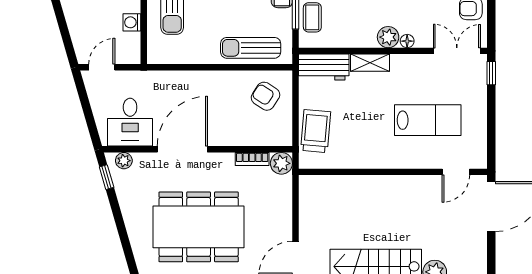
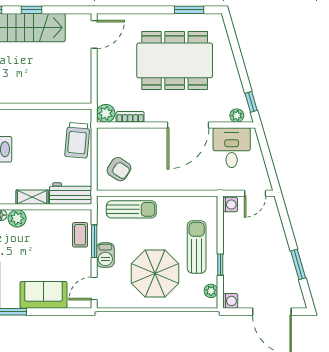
washing machine: (132, 22) -> (230, 205), moved

